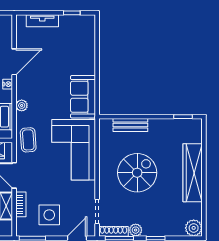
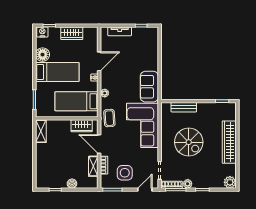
spiral stairs: (137, 173) -> (189, 142), turned 90

